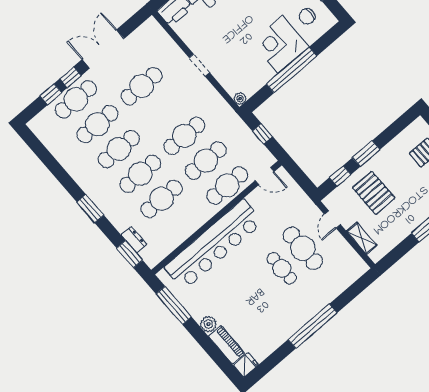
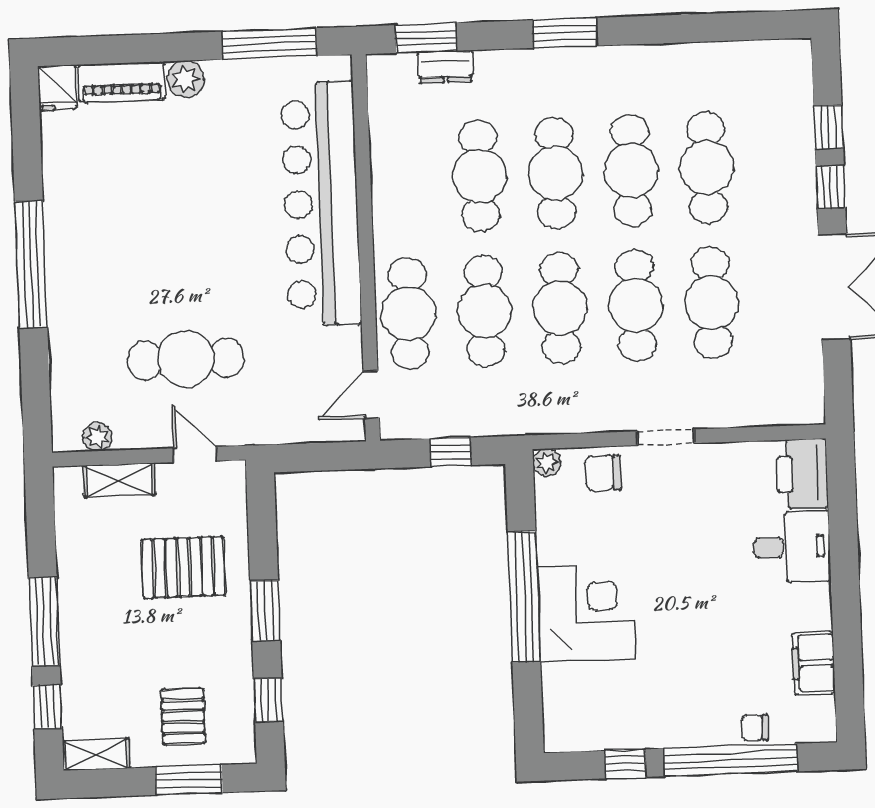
chair: (307, 16) -> (603, 473), moved, turned -90
cafe table: (76, 99) -> (636, 305), moved
window: (340, 176) -> (268, 700), moved
plant: (353, 257) -> (98, 437), added
cafe table: (282, 268) -> (180, 292), removed

